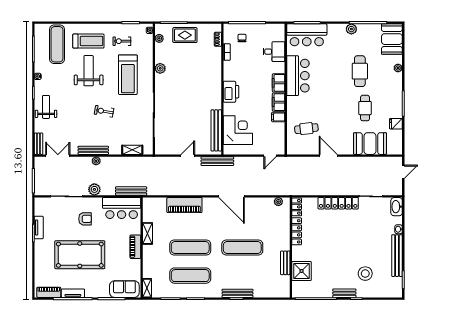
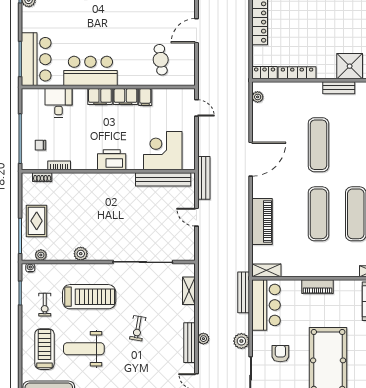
shelving: (148, 233) -> (266, 270), moved

